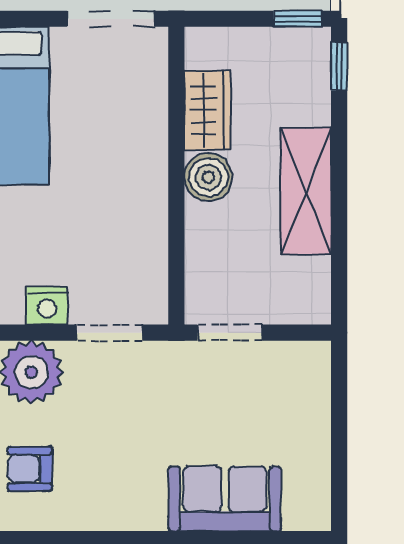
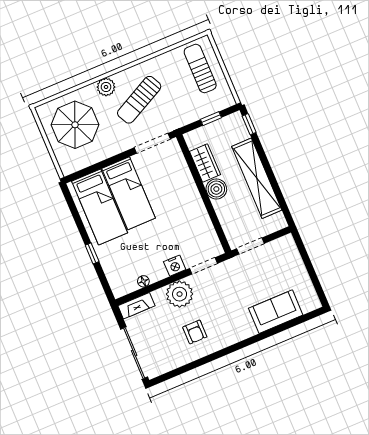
window: (297, 19) -> (211, 119), moved
shelving: (306, 191) -> (257, 178), width x1.47
armchair: (30, 469) -> (195, 332), turned -90

